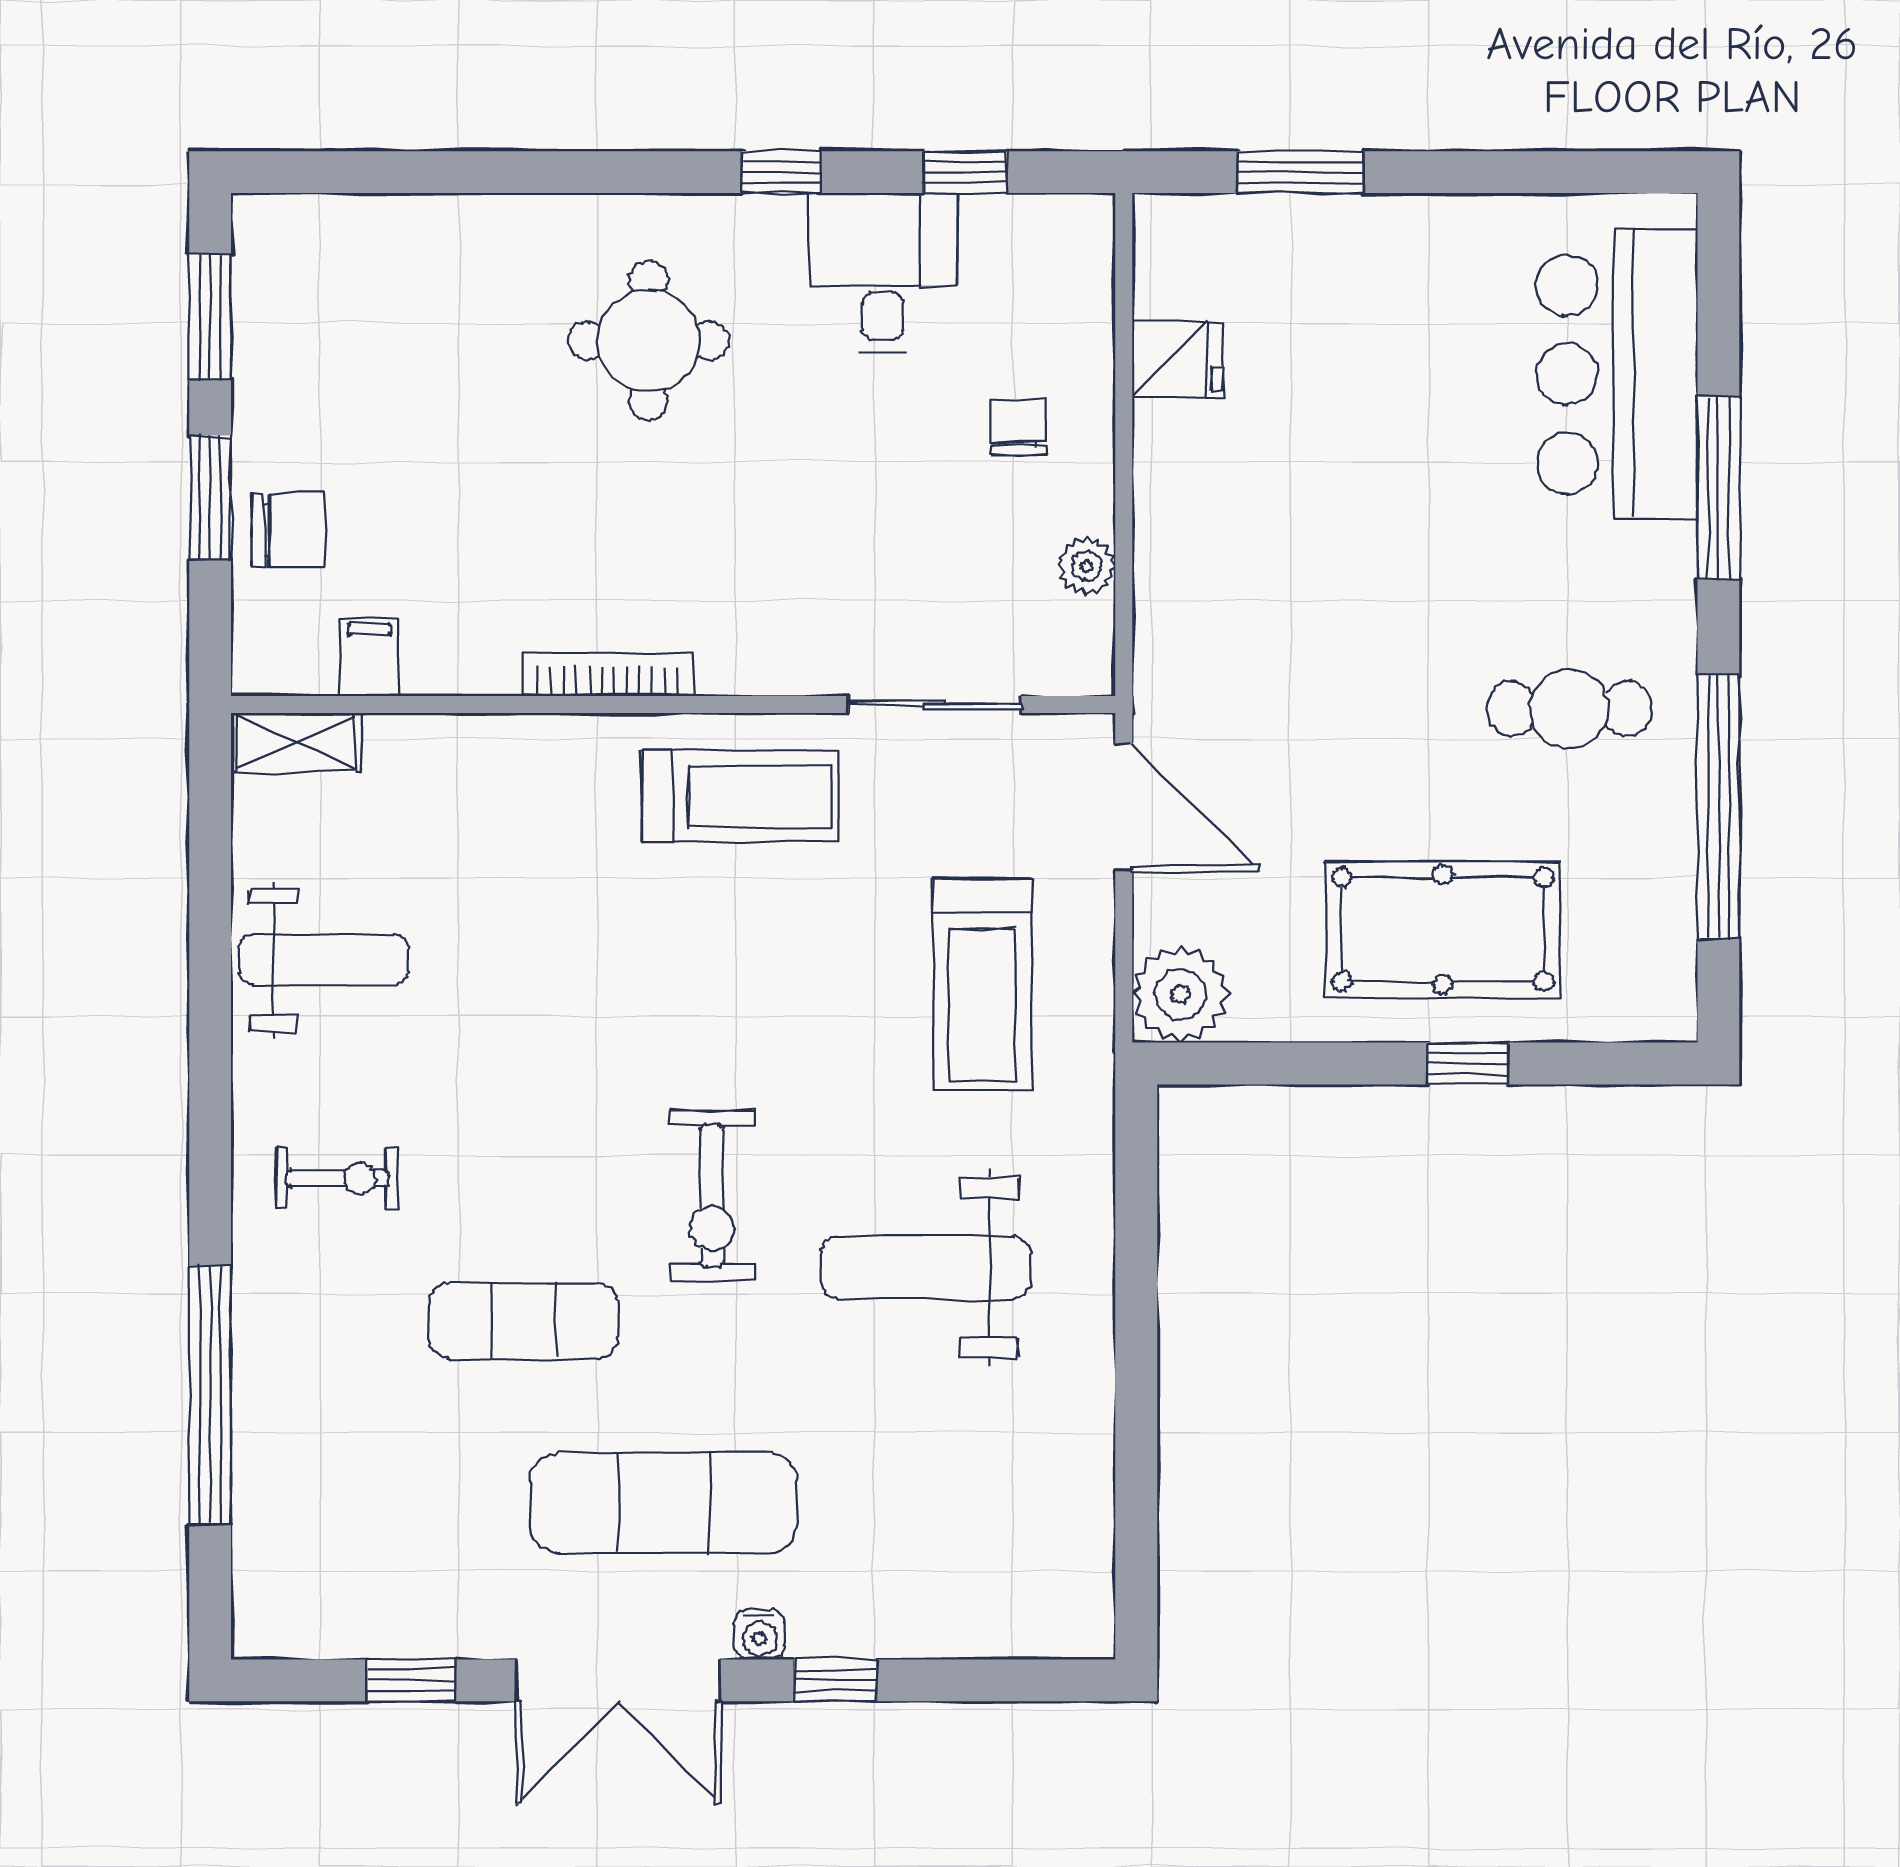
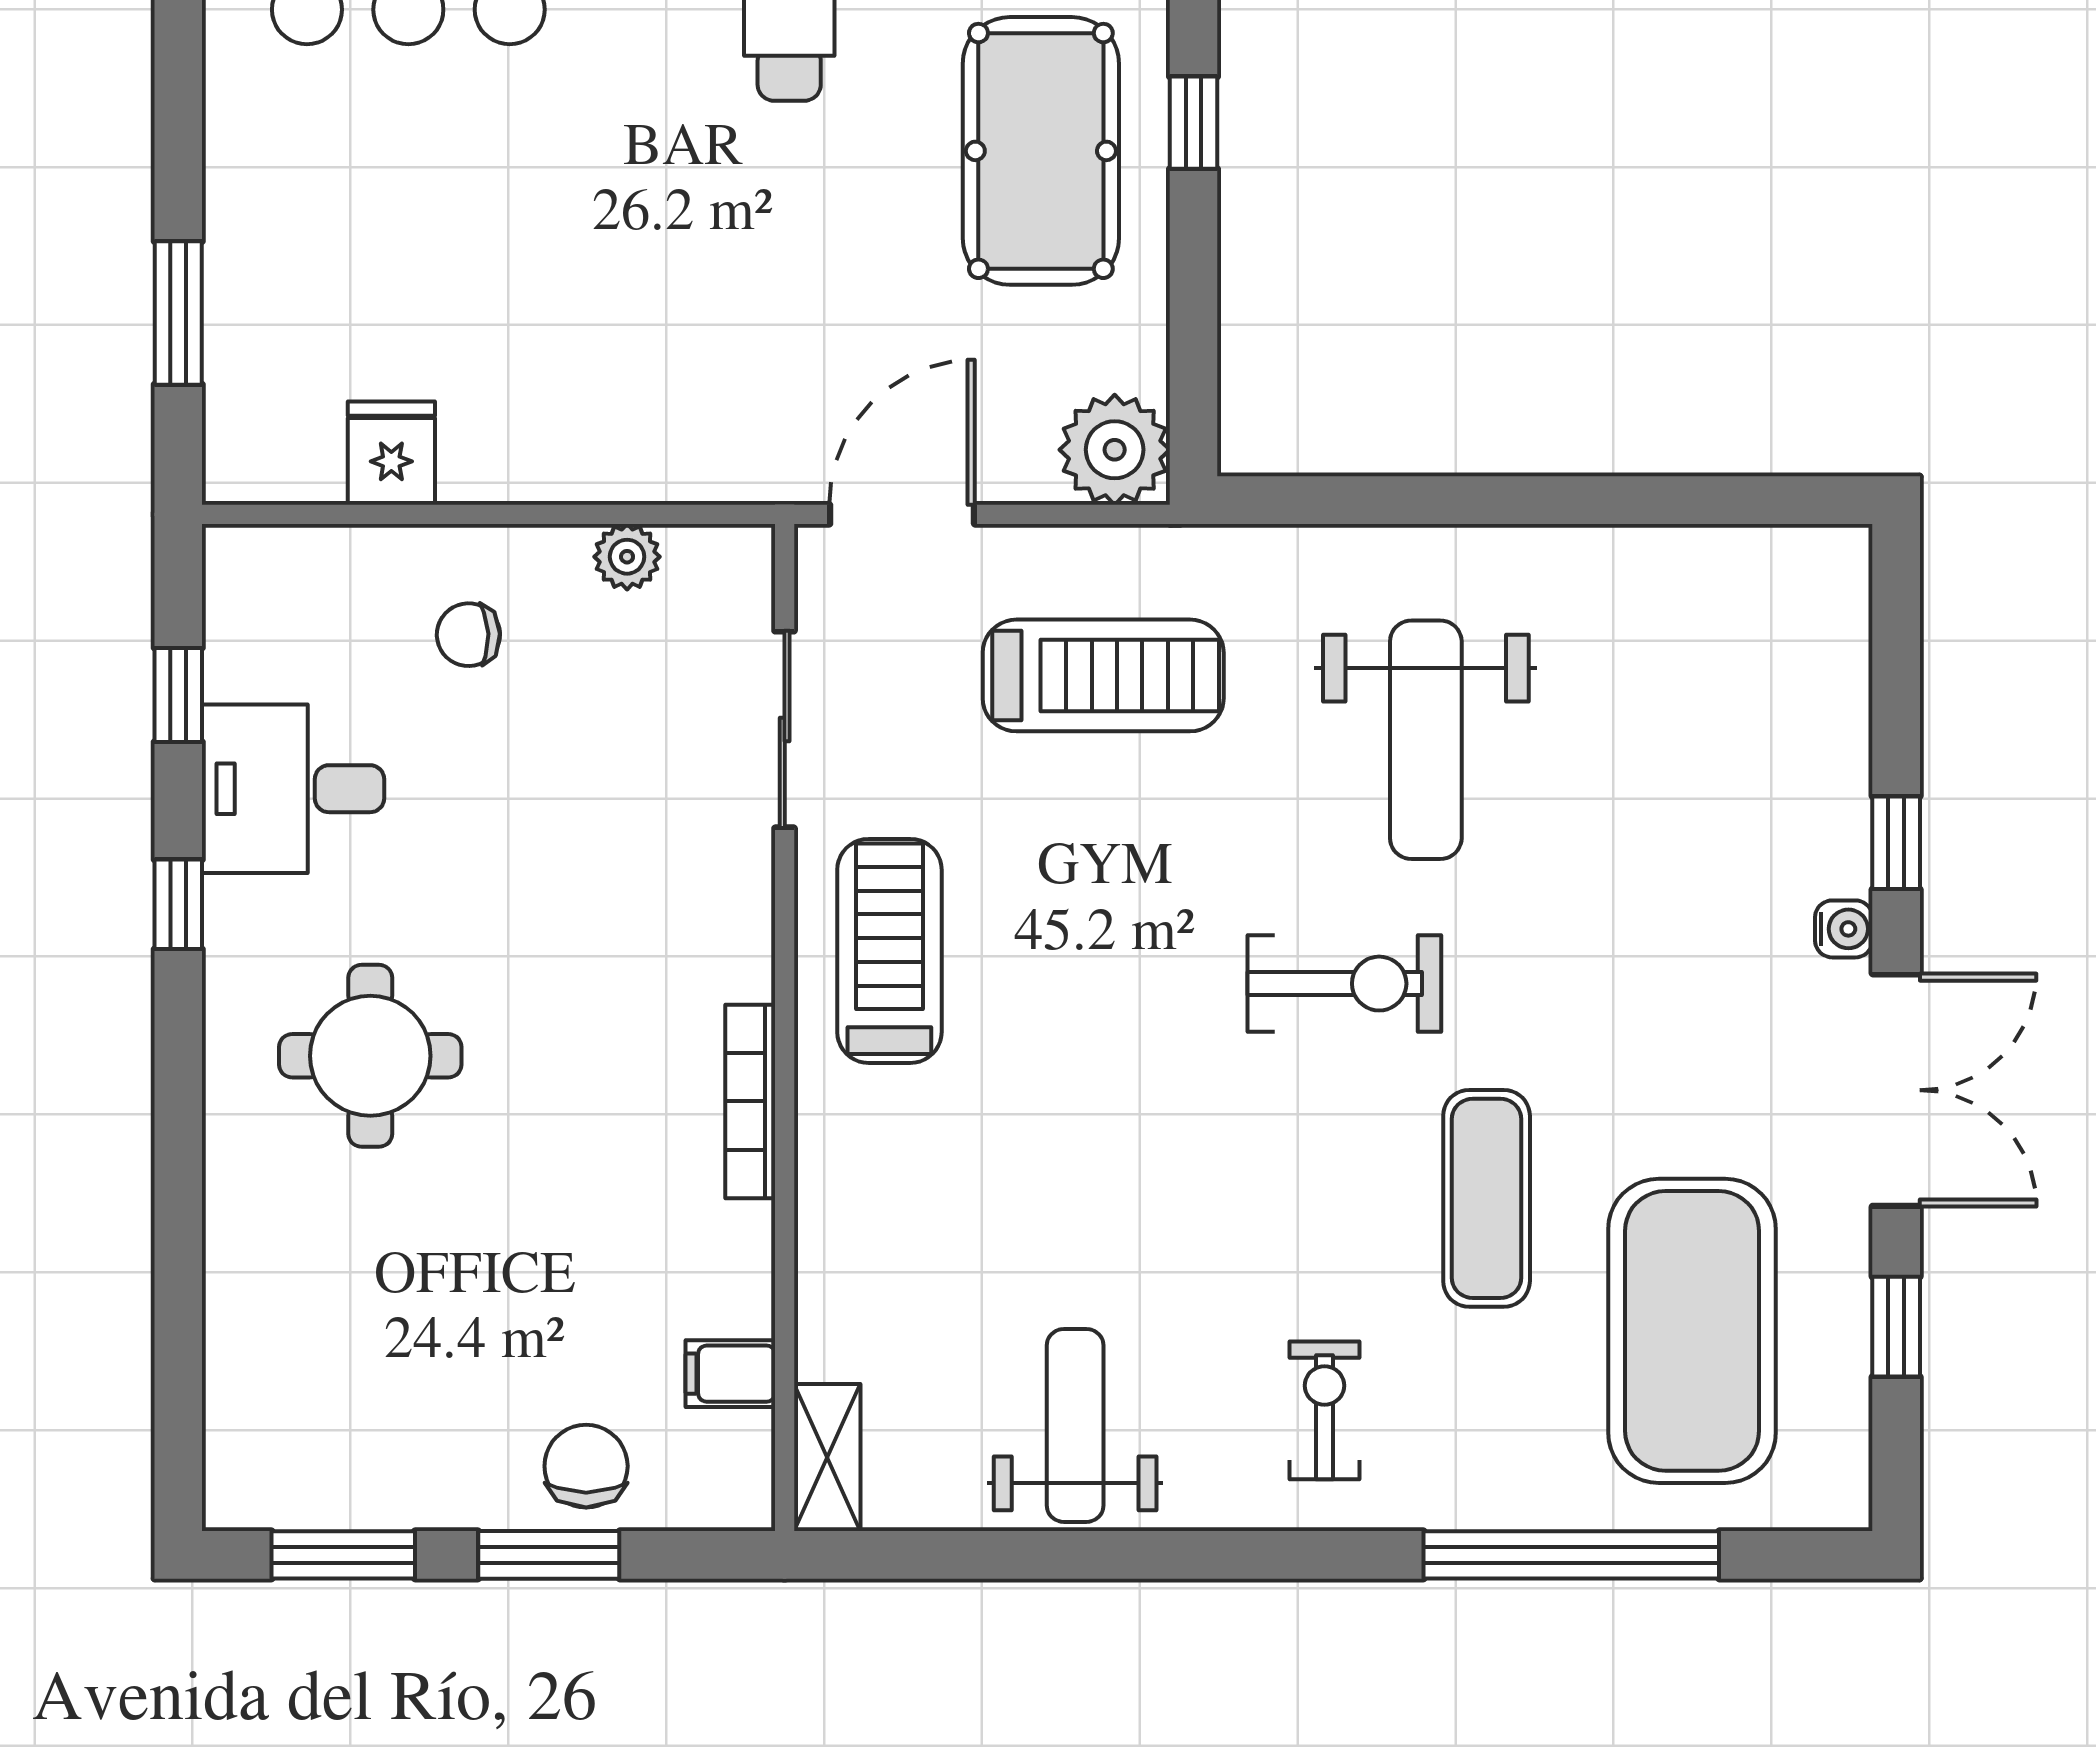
exercise mat: (663, 1503) -> (1692, 1331), moved, width x1.47

